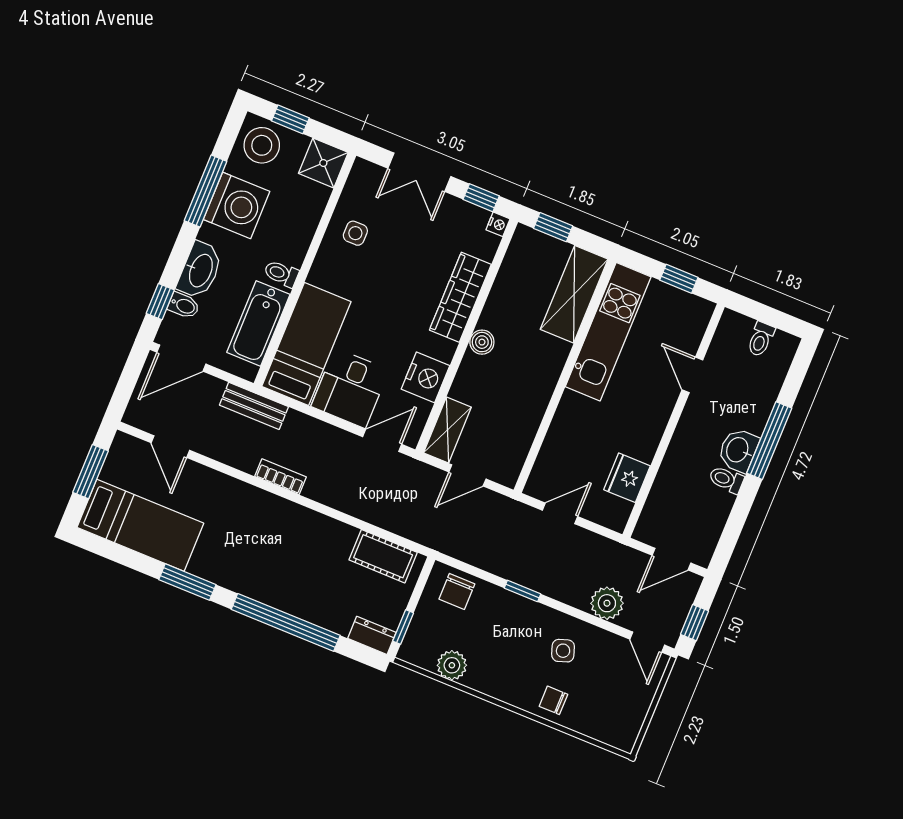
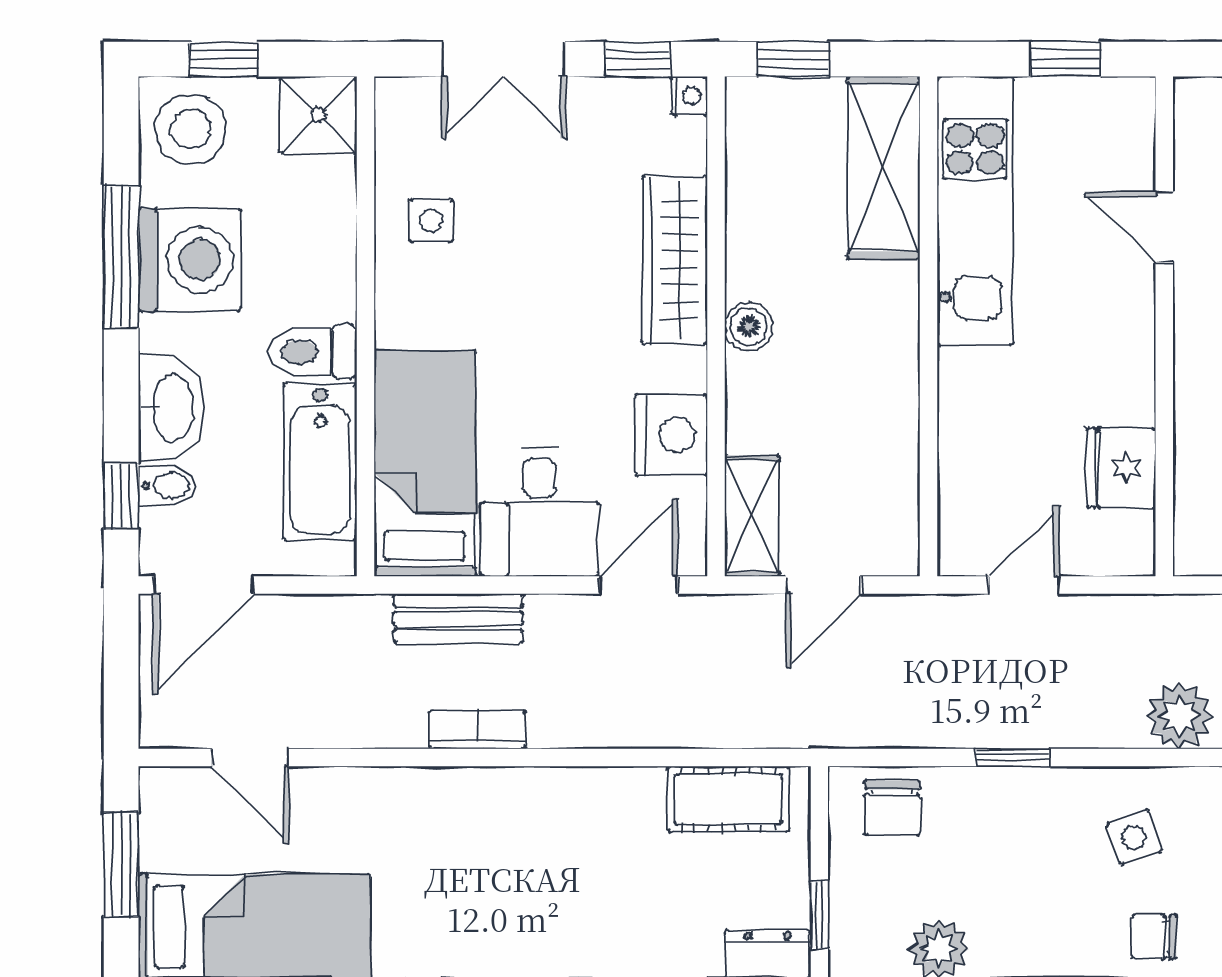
toilet: (281, 274) -> (312, 352), width x1.37, depth x1.39
bench: (254, 406) -> (458, 618), moved

